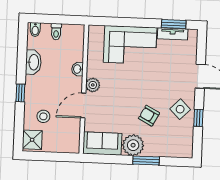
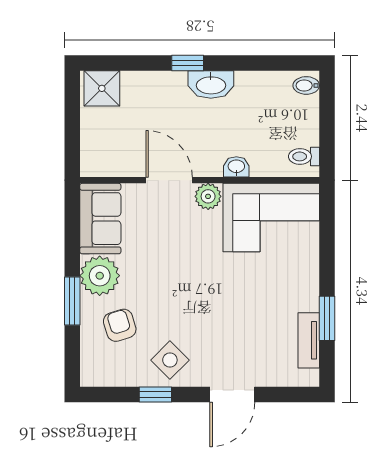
window: (174, 24) -> (327, 318), moved
toilet: (56, 32) -> (304, 156), moved
corner sofa: (130, 45) -> (271, 218), moved, turned -90
washbasin: (33, 62) -> (211, 85), moved
stool: (43, 116) -> (146, 107), removed
armchair: (149, 116) -> (120, 325), moved, turned -45

